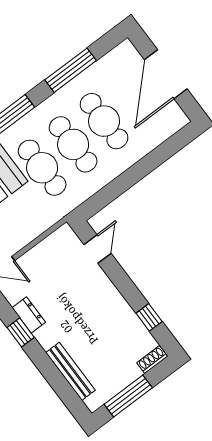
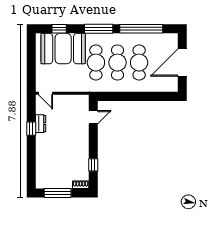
window: (71, 70) -> (141, 29), width x1.46
bench: (70, 371) -> (40, 163), removed

